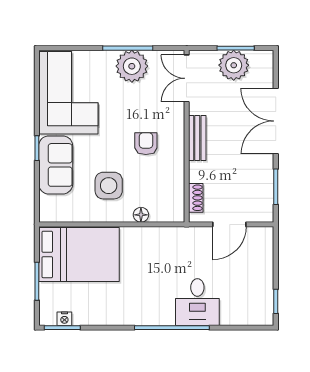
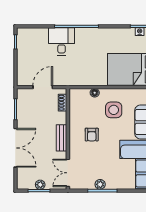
plant: (234, 65) -> (40, 185), width x0.53, depth x0.53
plant: (132, 66) -> (100, 184), width x0.53, depth x0.53
double door: (187, 78) -> (68, 173), swing flipped

